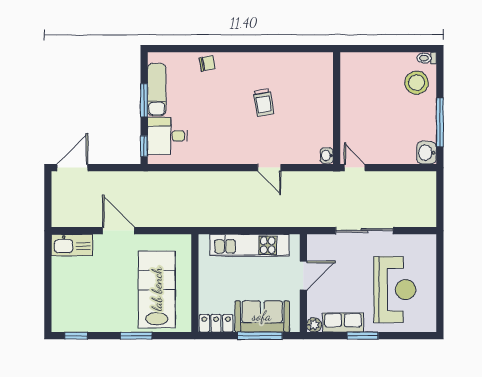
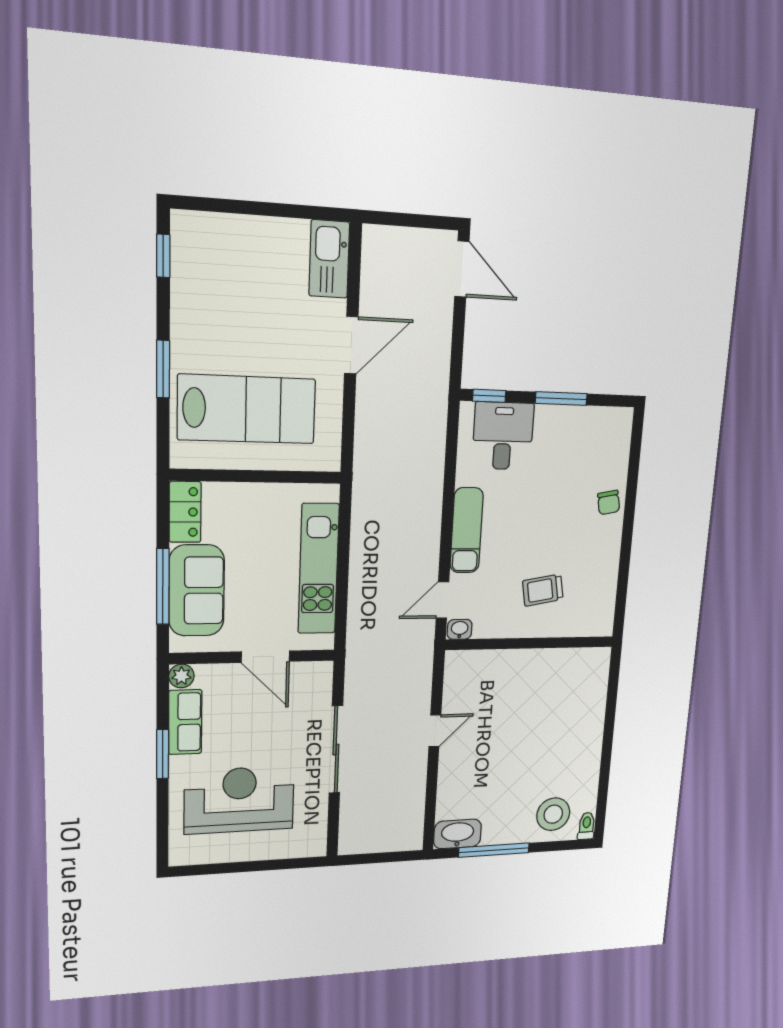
exam couch: (157, 90) -> (467, 530), moved, turned -90
wall: (337, 108) -> (530, 643), moved
washbasin: (427, 153) -> (457, 834), width x1.38
washbasin: (327, 155) -> (460, 629), moved
reception desk: (395, 290) -> (239, 800), turned 180

